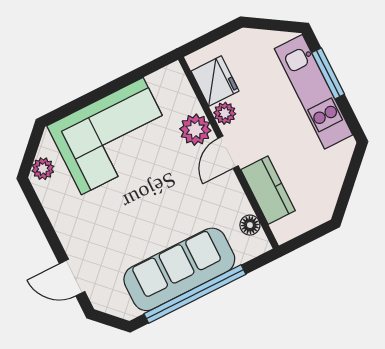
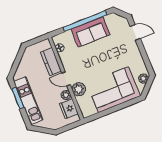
window: (328, 73) -> (18, 98), moved
door: (228, 152) -> (66, 79), swing flipped
sofa: (179, 269) -> (90, 32), width x0.73

